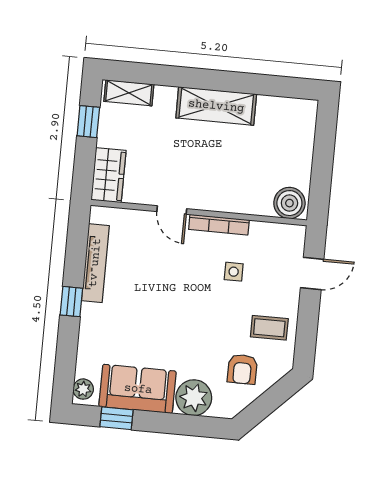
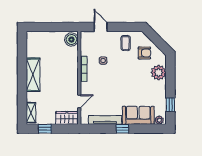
door: (172, 210) -> (79, 101), moved
sofa: (138, 389) -> (138, 115), moved, turned 90

